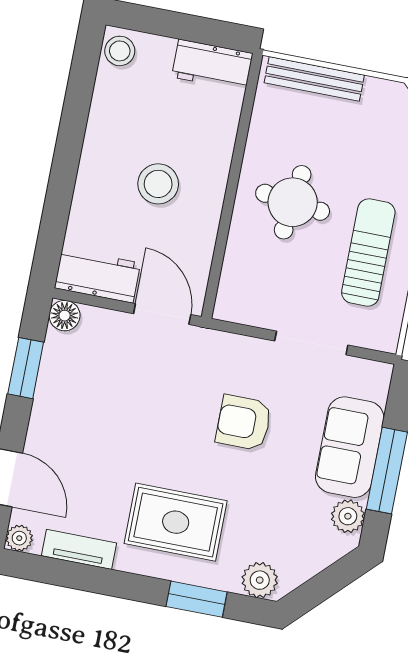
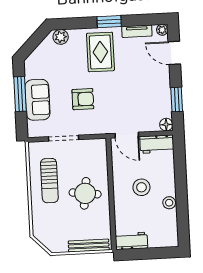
stool: (120, 51) -> (169, 203), moved
plant: (348, 516) -> (31, 72), removed
rug: (176, 522) -> (100, 52), turned 90
window: (197, 599) -> (109, 22), moved

